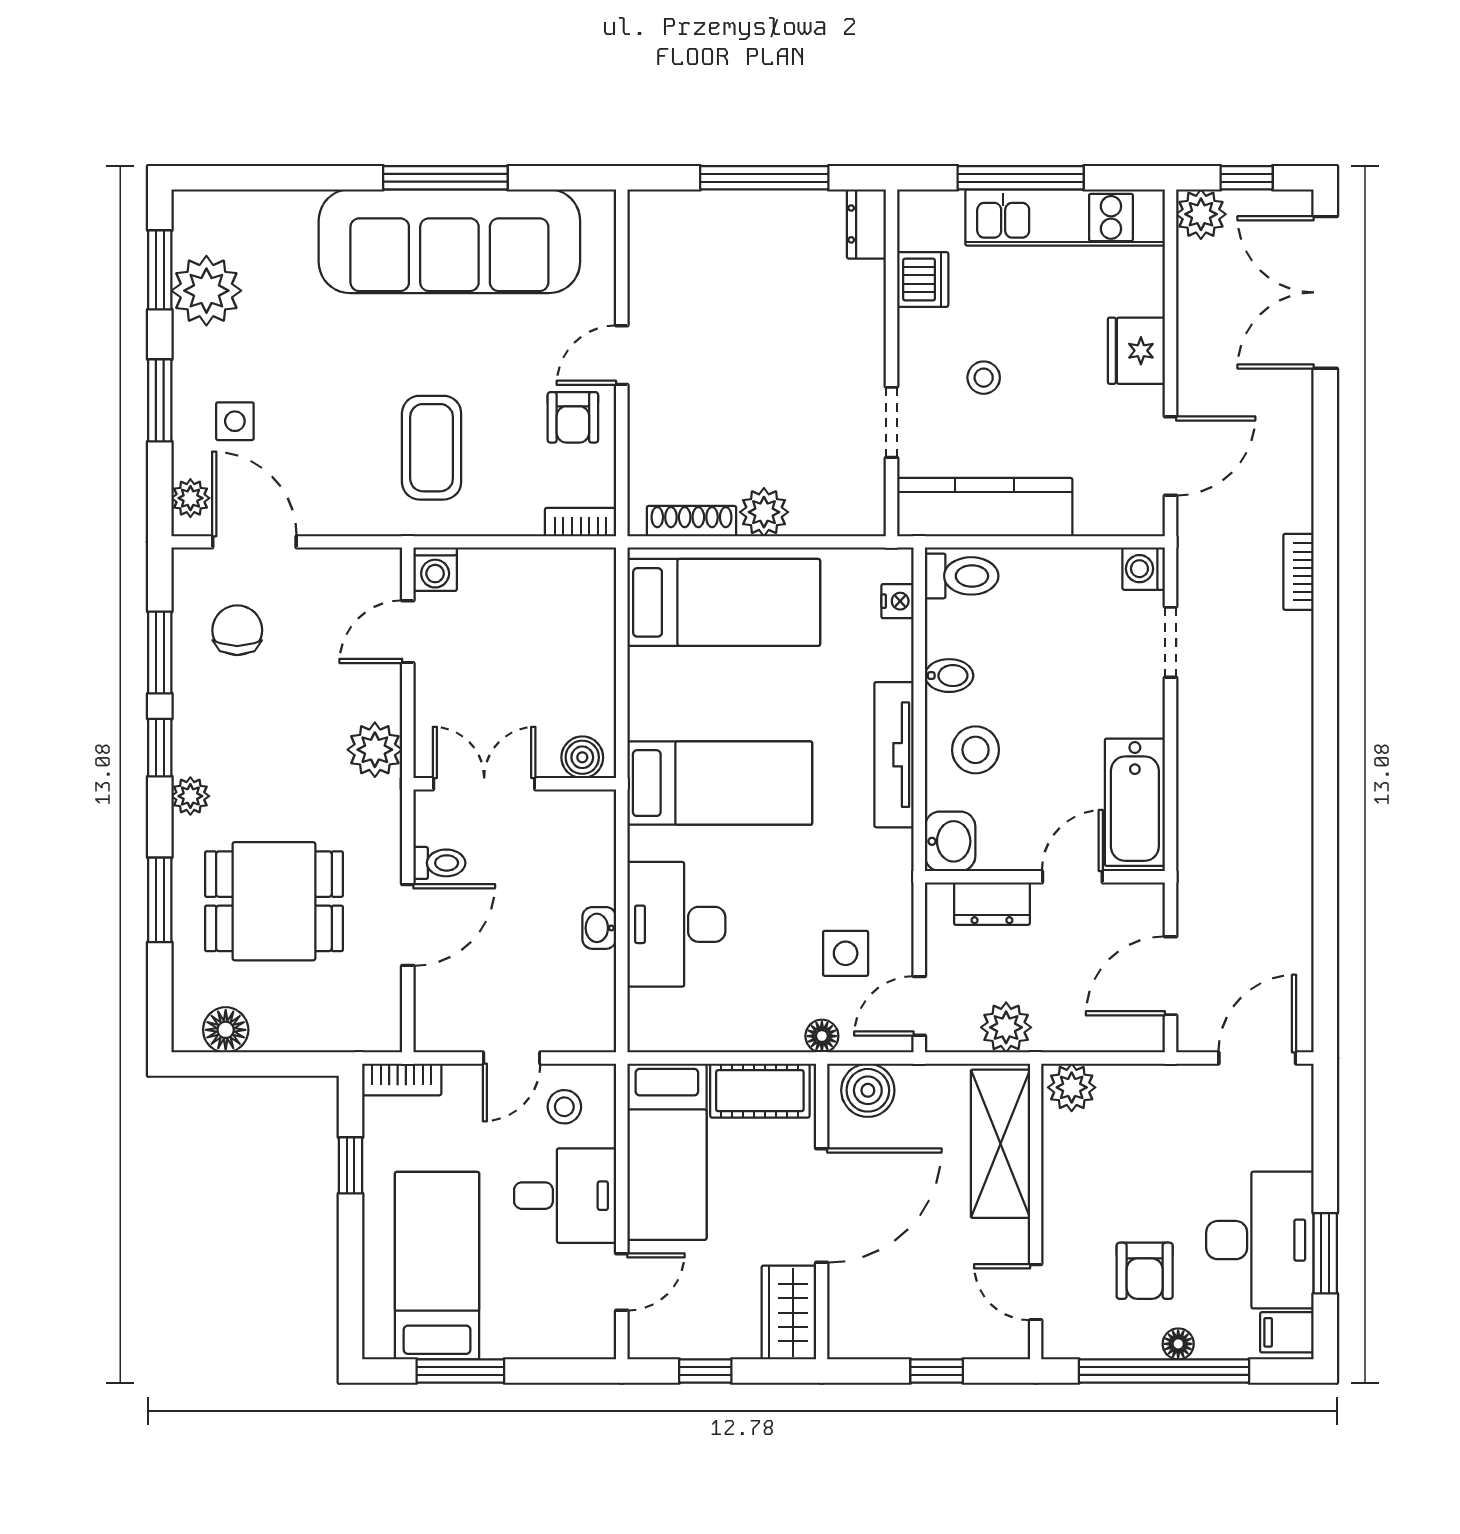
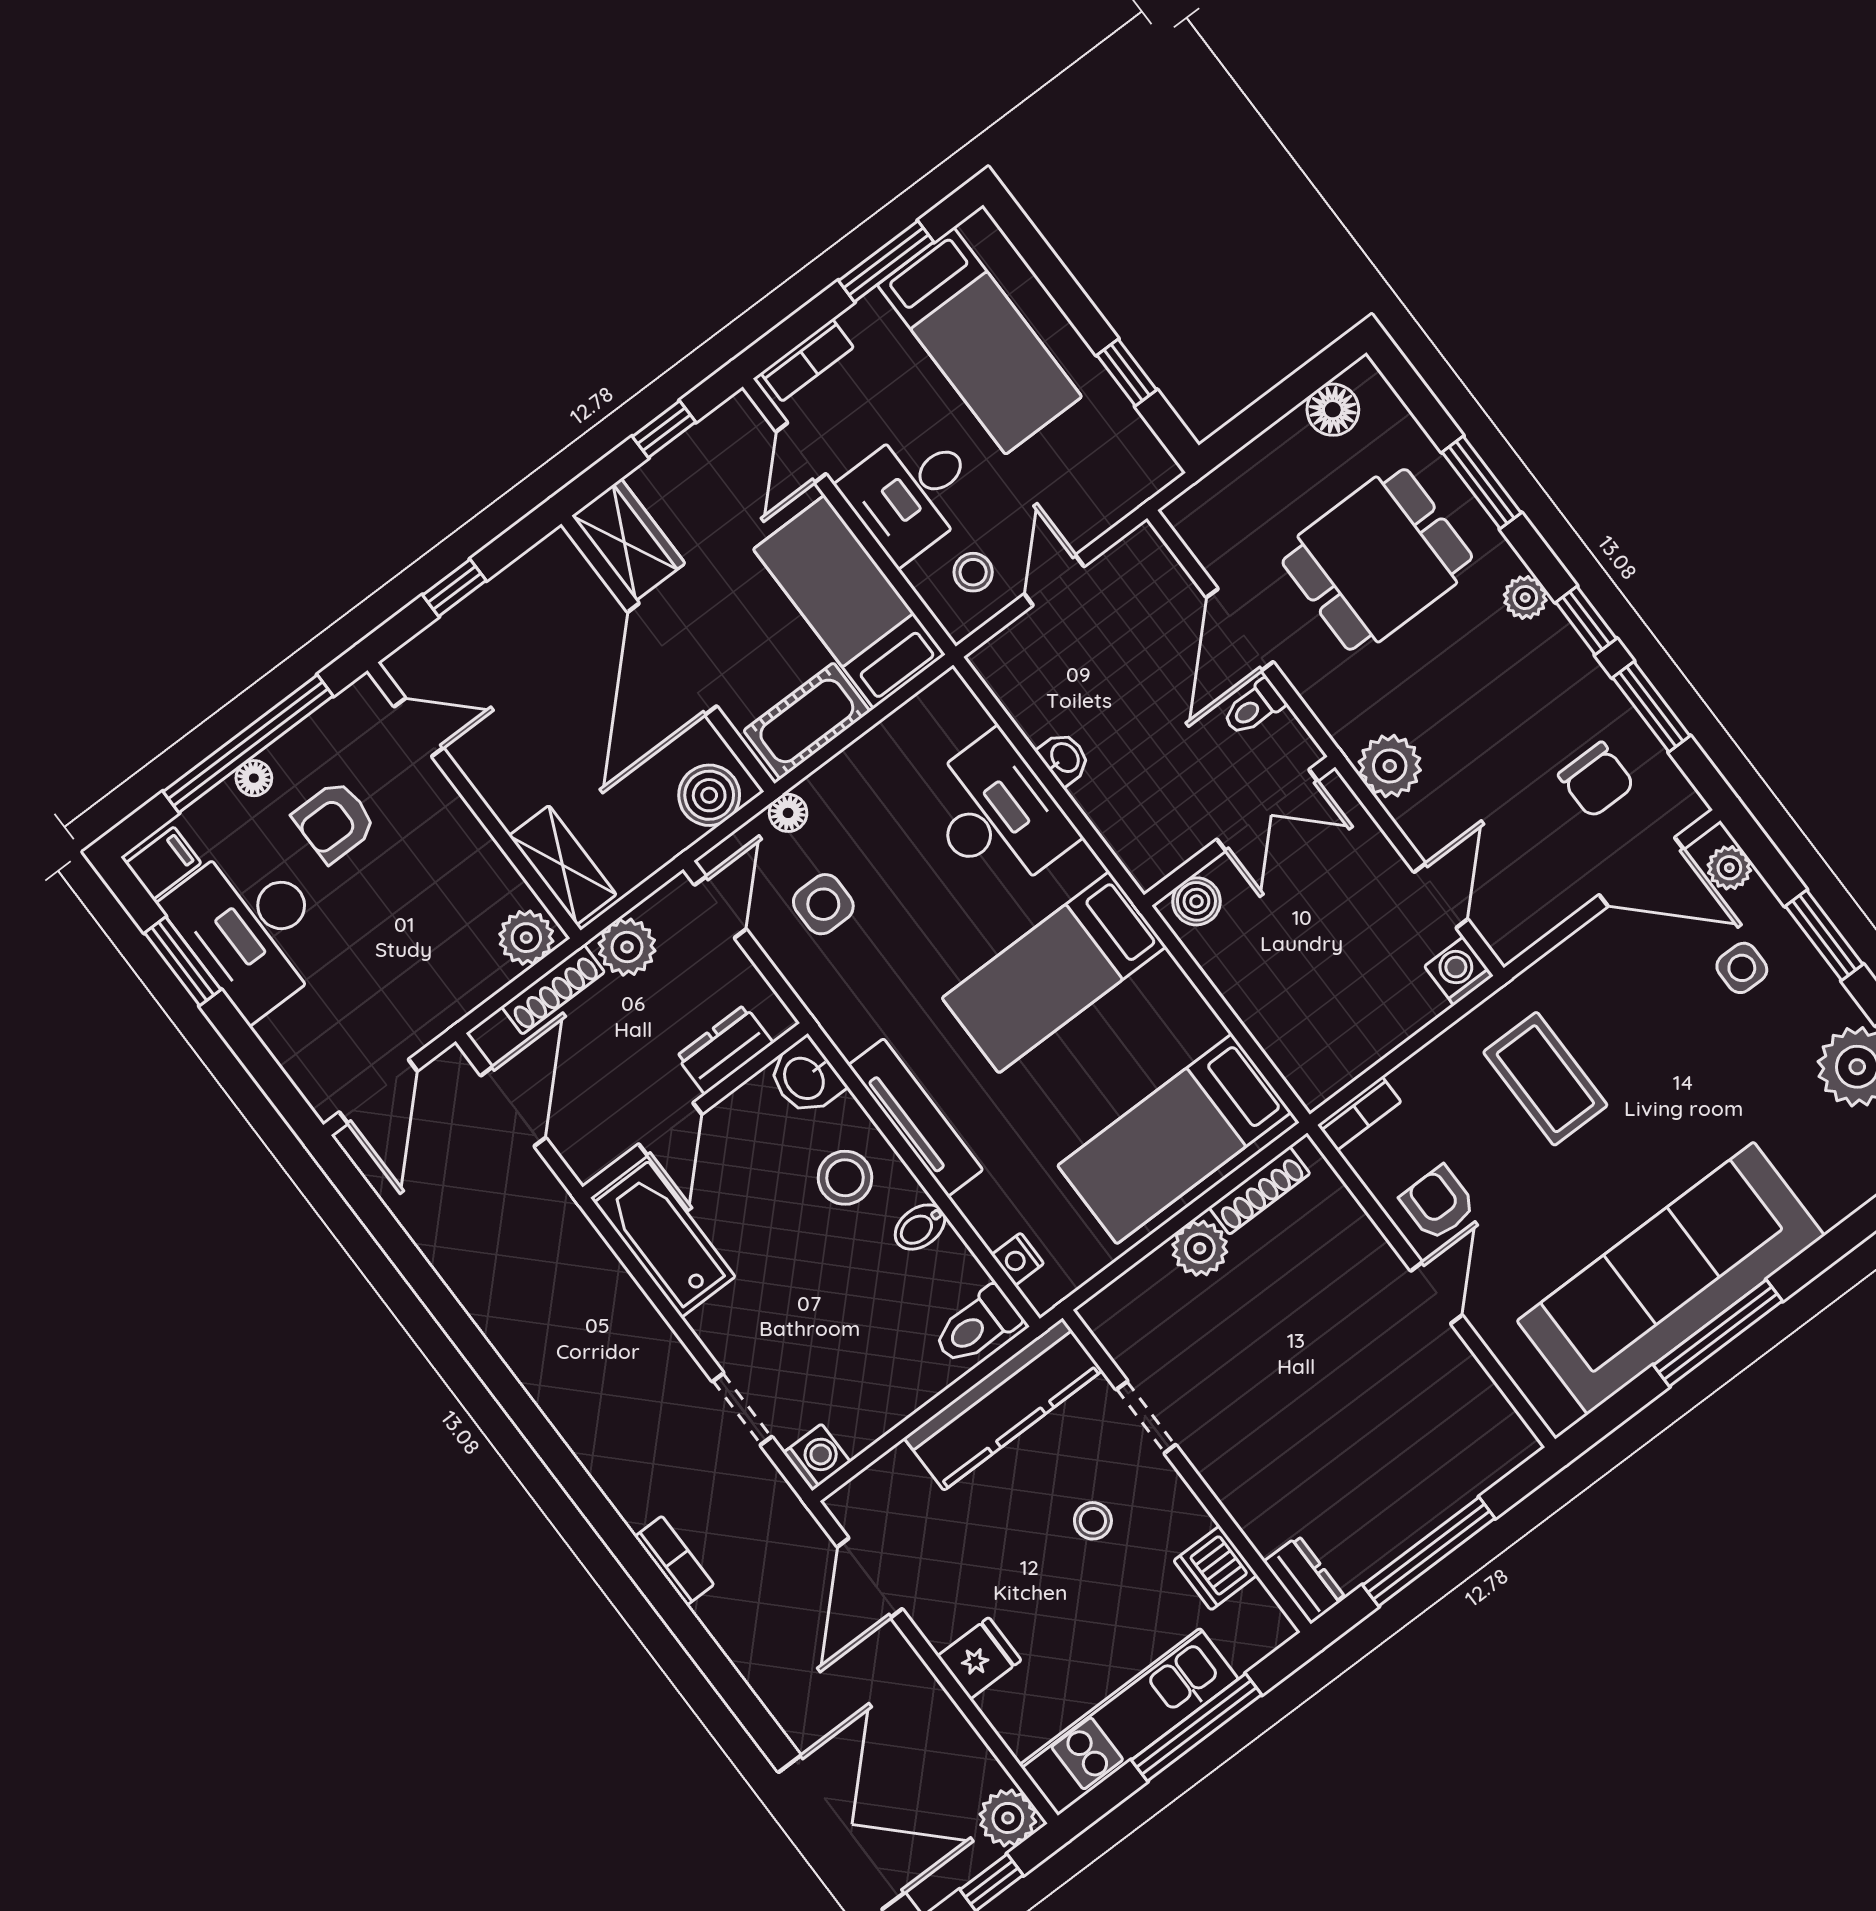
fridge: (1136, 351) -> (979, 1658), width x0.72
shoe rack: (1080, 1037) -> (553, 989), added
bookcase: (402, 1079) -> (807, 360), moved, turned 180
shelving: (1000, 1144) -> (563, 865), width x0.67, depth x0.75
armchair: (1145, 1271) -> (334, 821), turned -90

